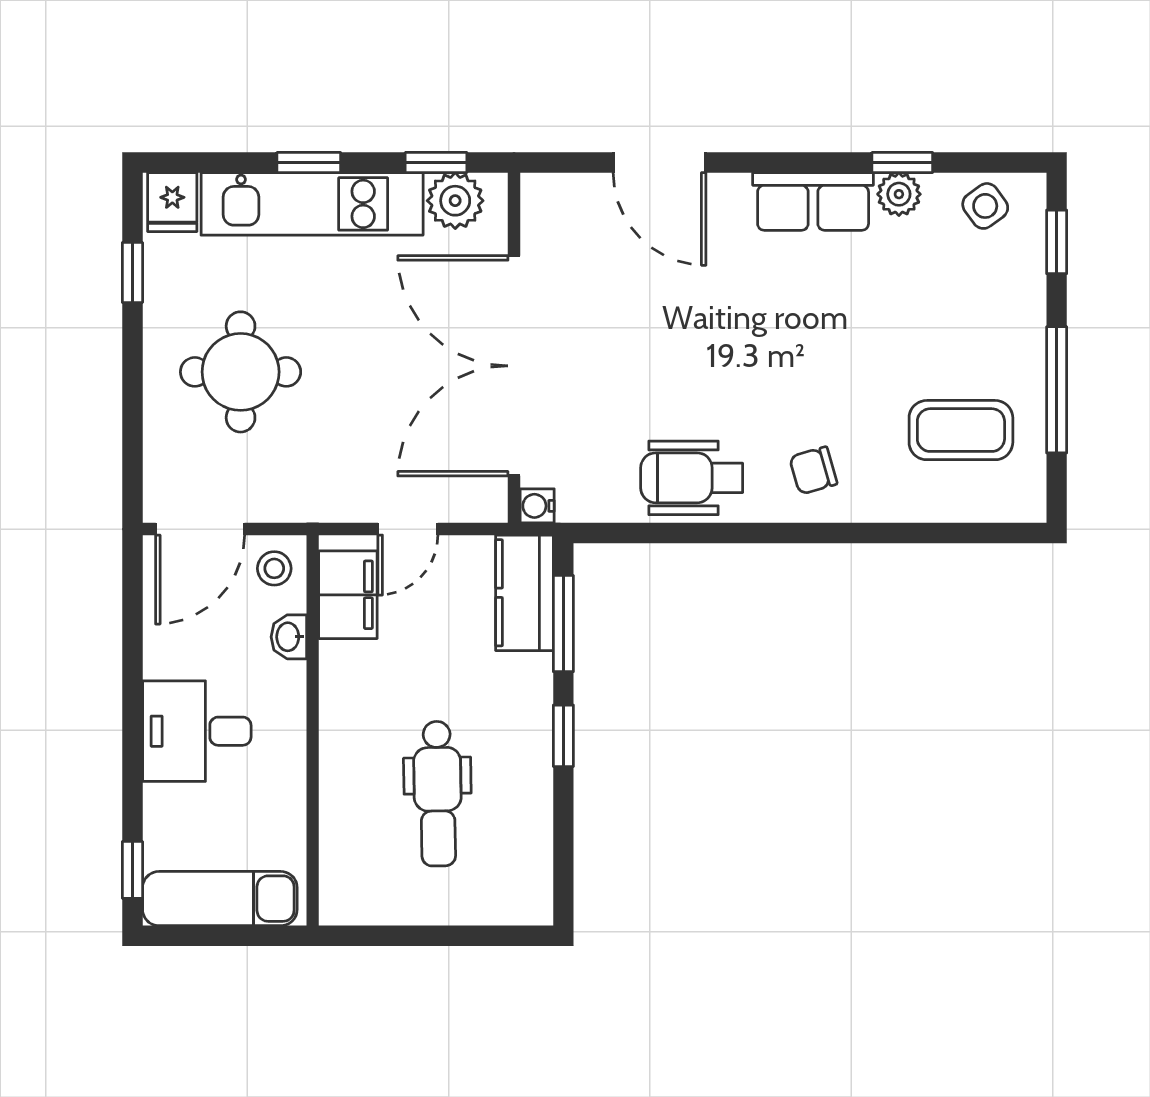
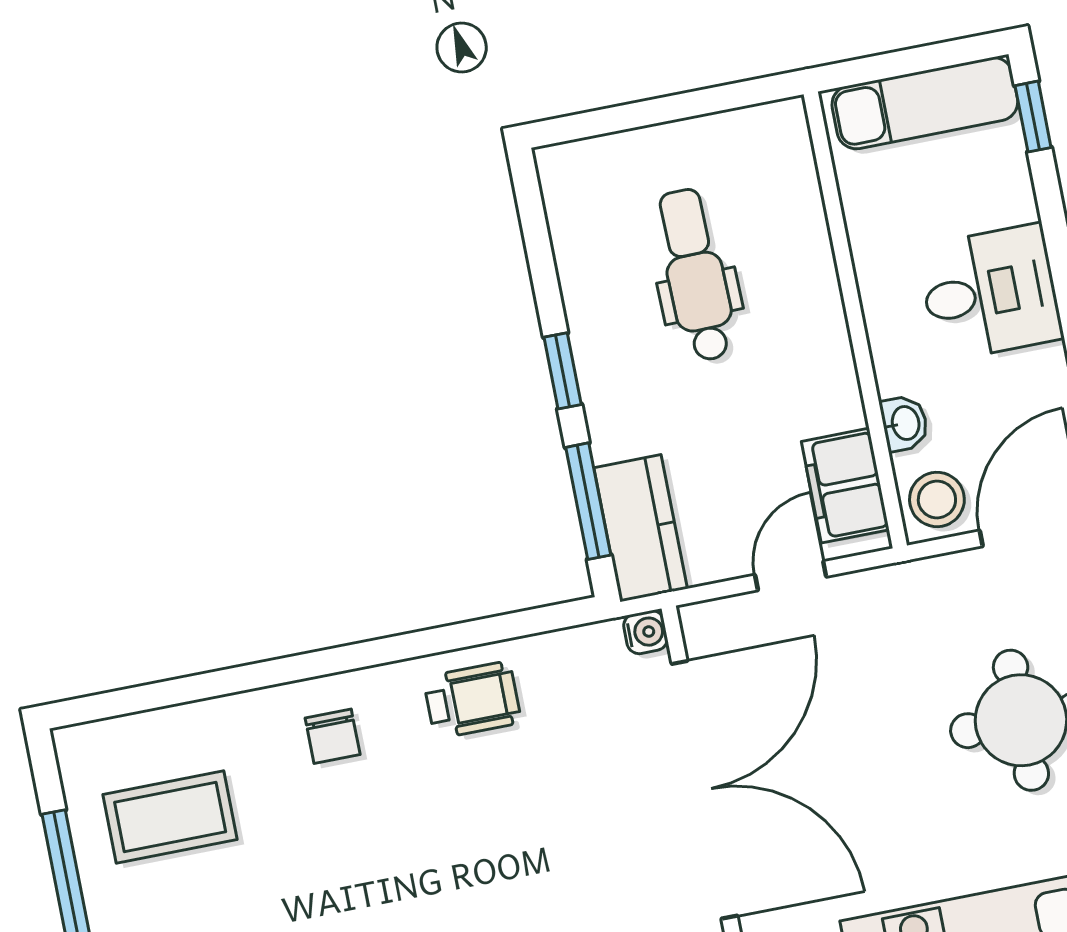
chair: (813, 470) -> (333, 736), turned 106
wheelchair: (692, 478) -> (472, 700), width x0.73, depth x0.73
stool: (274, 568) -> (937, 499), width x1.37, depth x1.37

